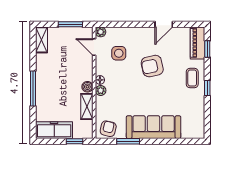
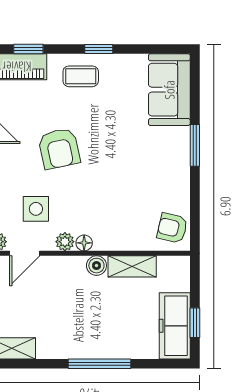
plant: (101, 91) -> (65, 242), moved
sofa: (154, 127) -> (169, 90), moved, width x0.73
window: (74, 141) -> (195, 323), moved
window: (128, 141) -> (195, 145), moved

